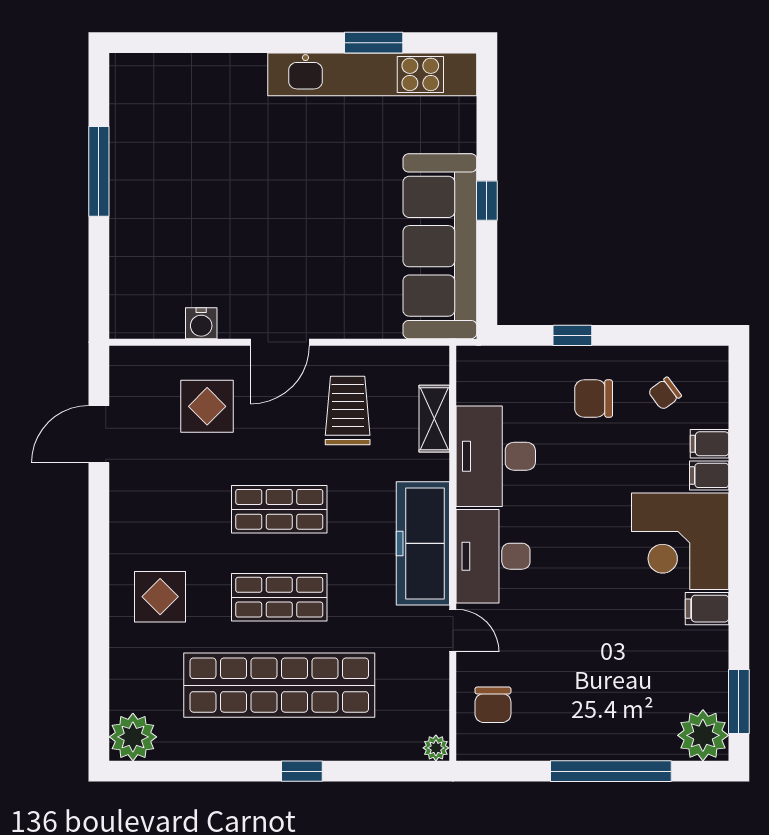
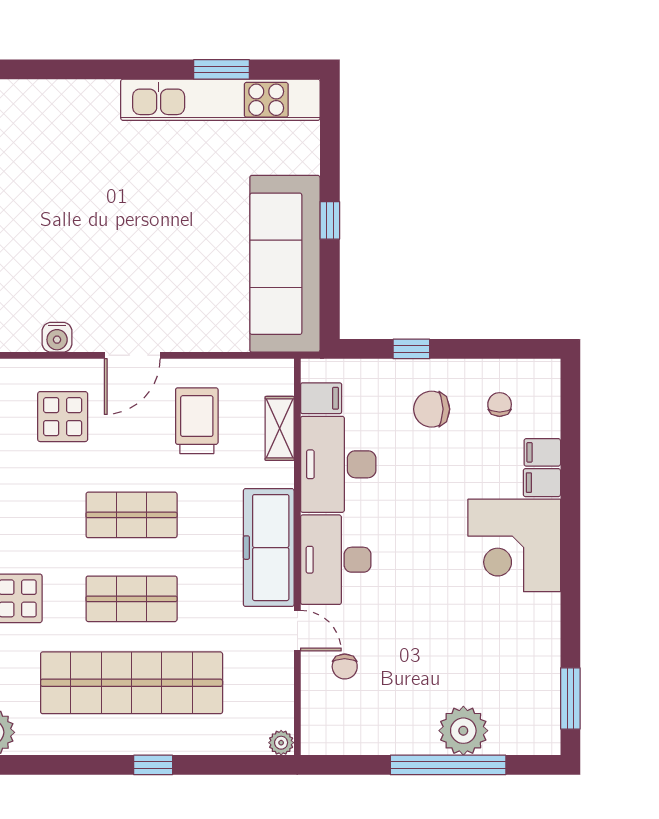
chair: (665, 394) -> (500, 404), turned 127
filing cabinet: (707, 609) -> (321, 398), moved, turned 180
chair: (493, 705) -> (345, 667), moved, width x0.73, depth x0.73
plant: (703, 735) -> (463, 731), moved

